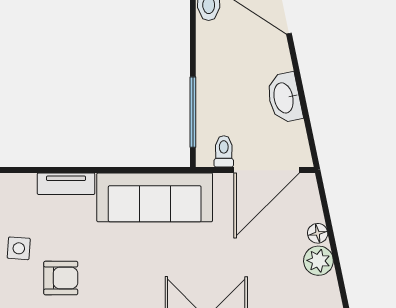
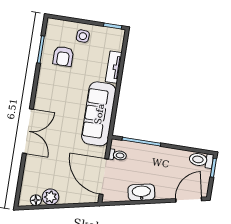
floor lamp: (318, 233) -> (36, 200), moved

